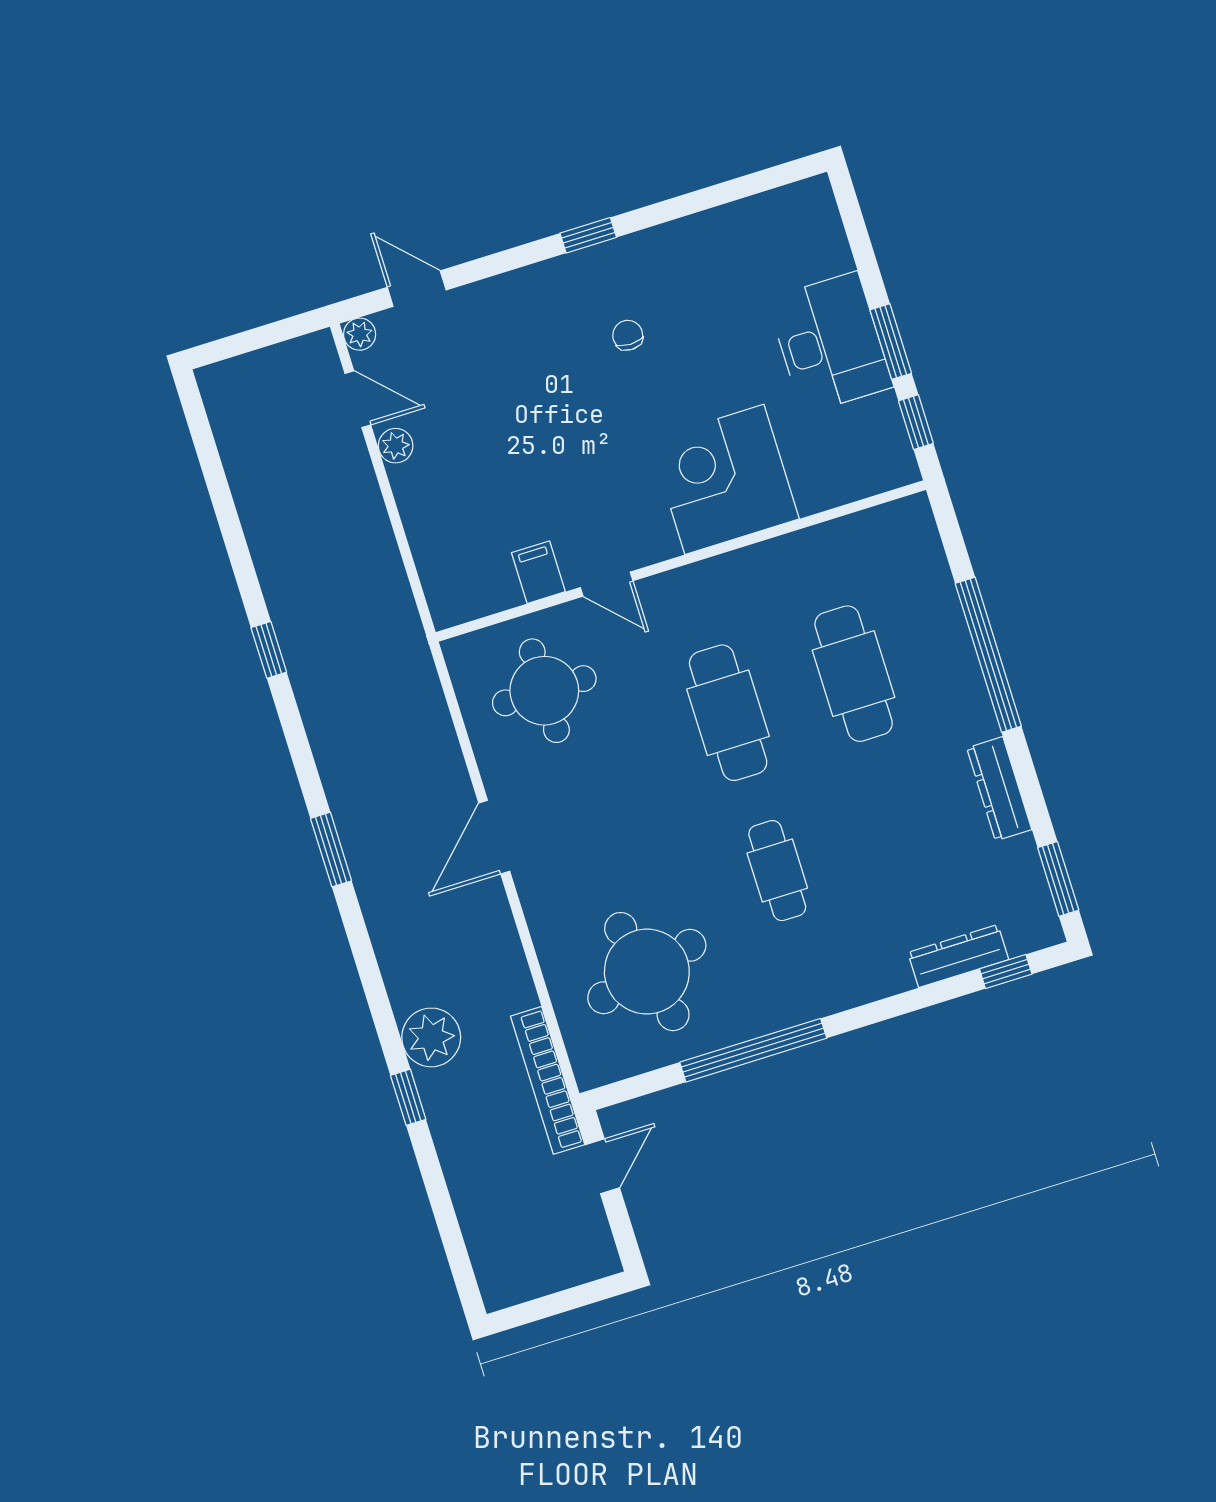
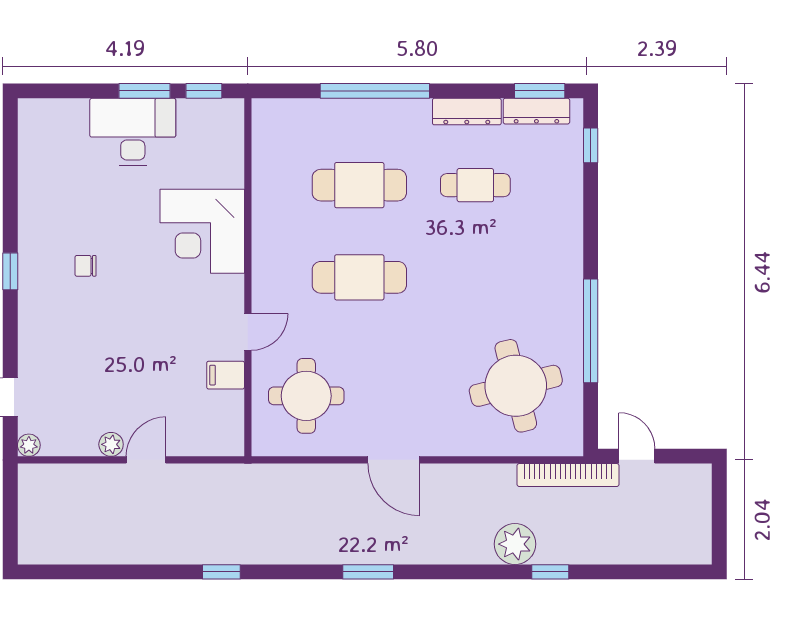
door: (358, 399) -> (146, 460), moved
cafe table: (777, 871) -> (475, 185), moved
dresser: (958, 956) -> (536, 111), moved, turned -90

